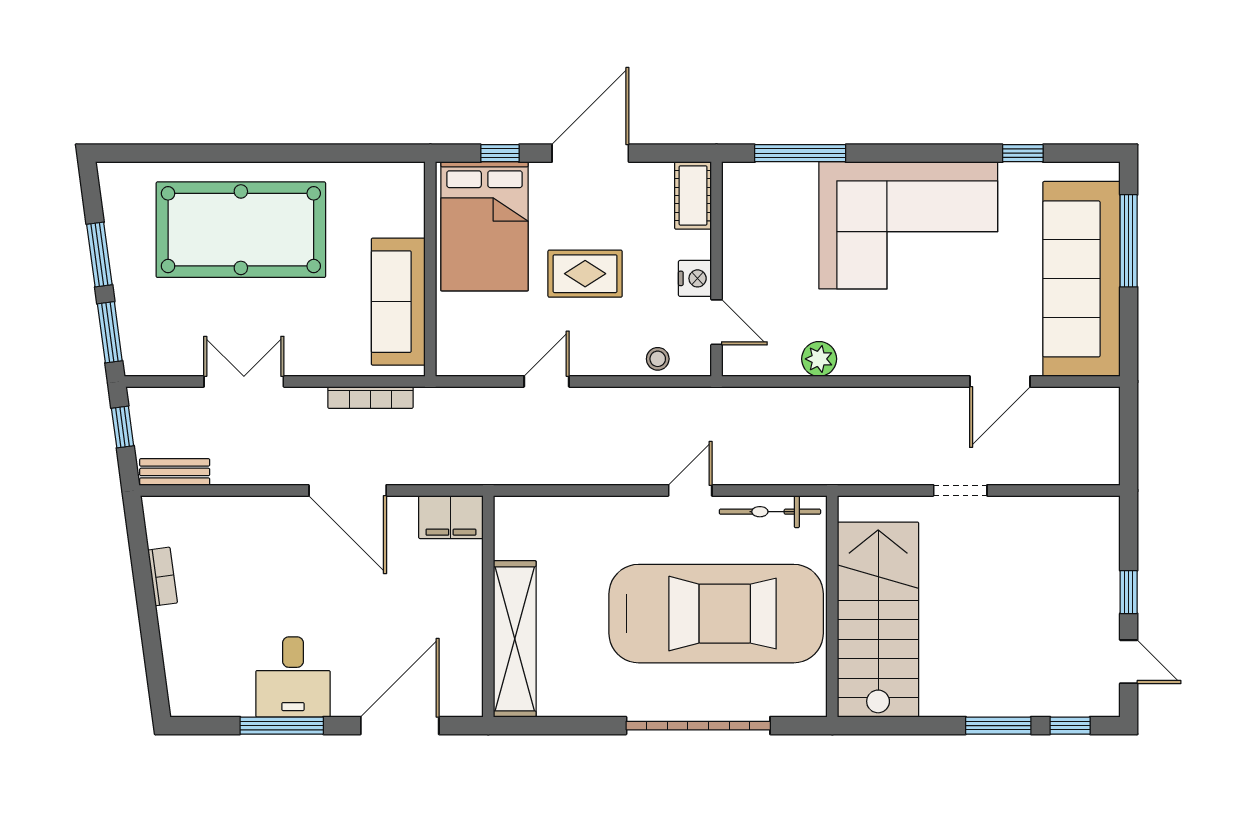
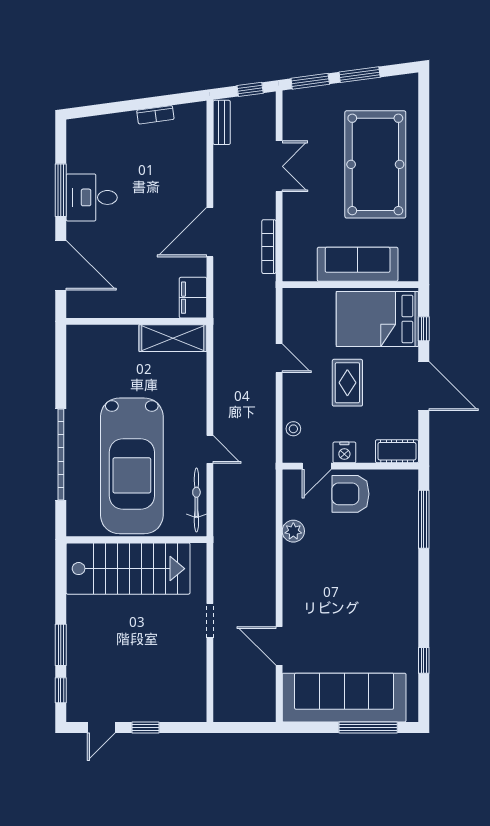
corner sofa: (908, 225) -> (378, 588), removed
armchair: (760, 269) -> (350, 494), added
sofa: (398, 302) -> (358, 264), moved
shelving: (515, 639) -> (173, 338), moved, width x0.68

